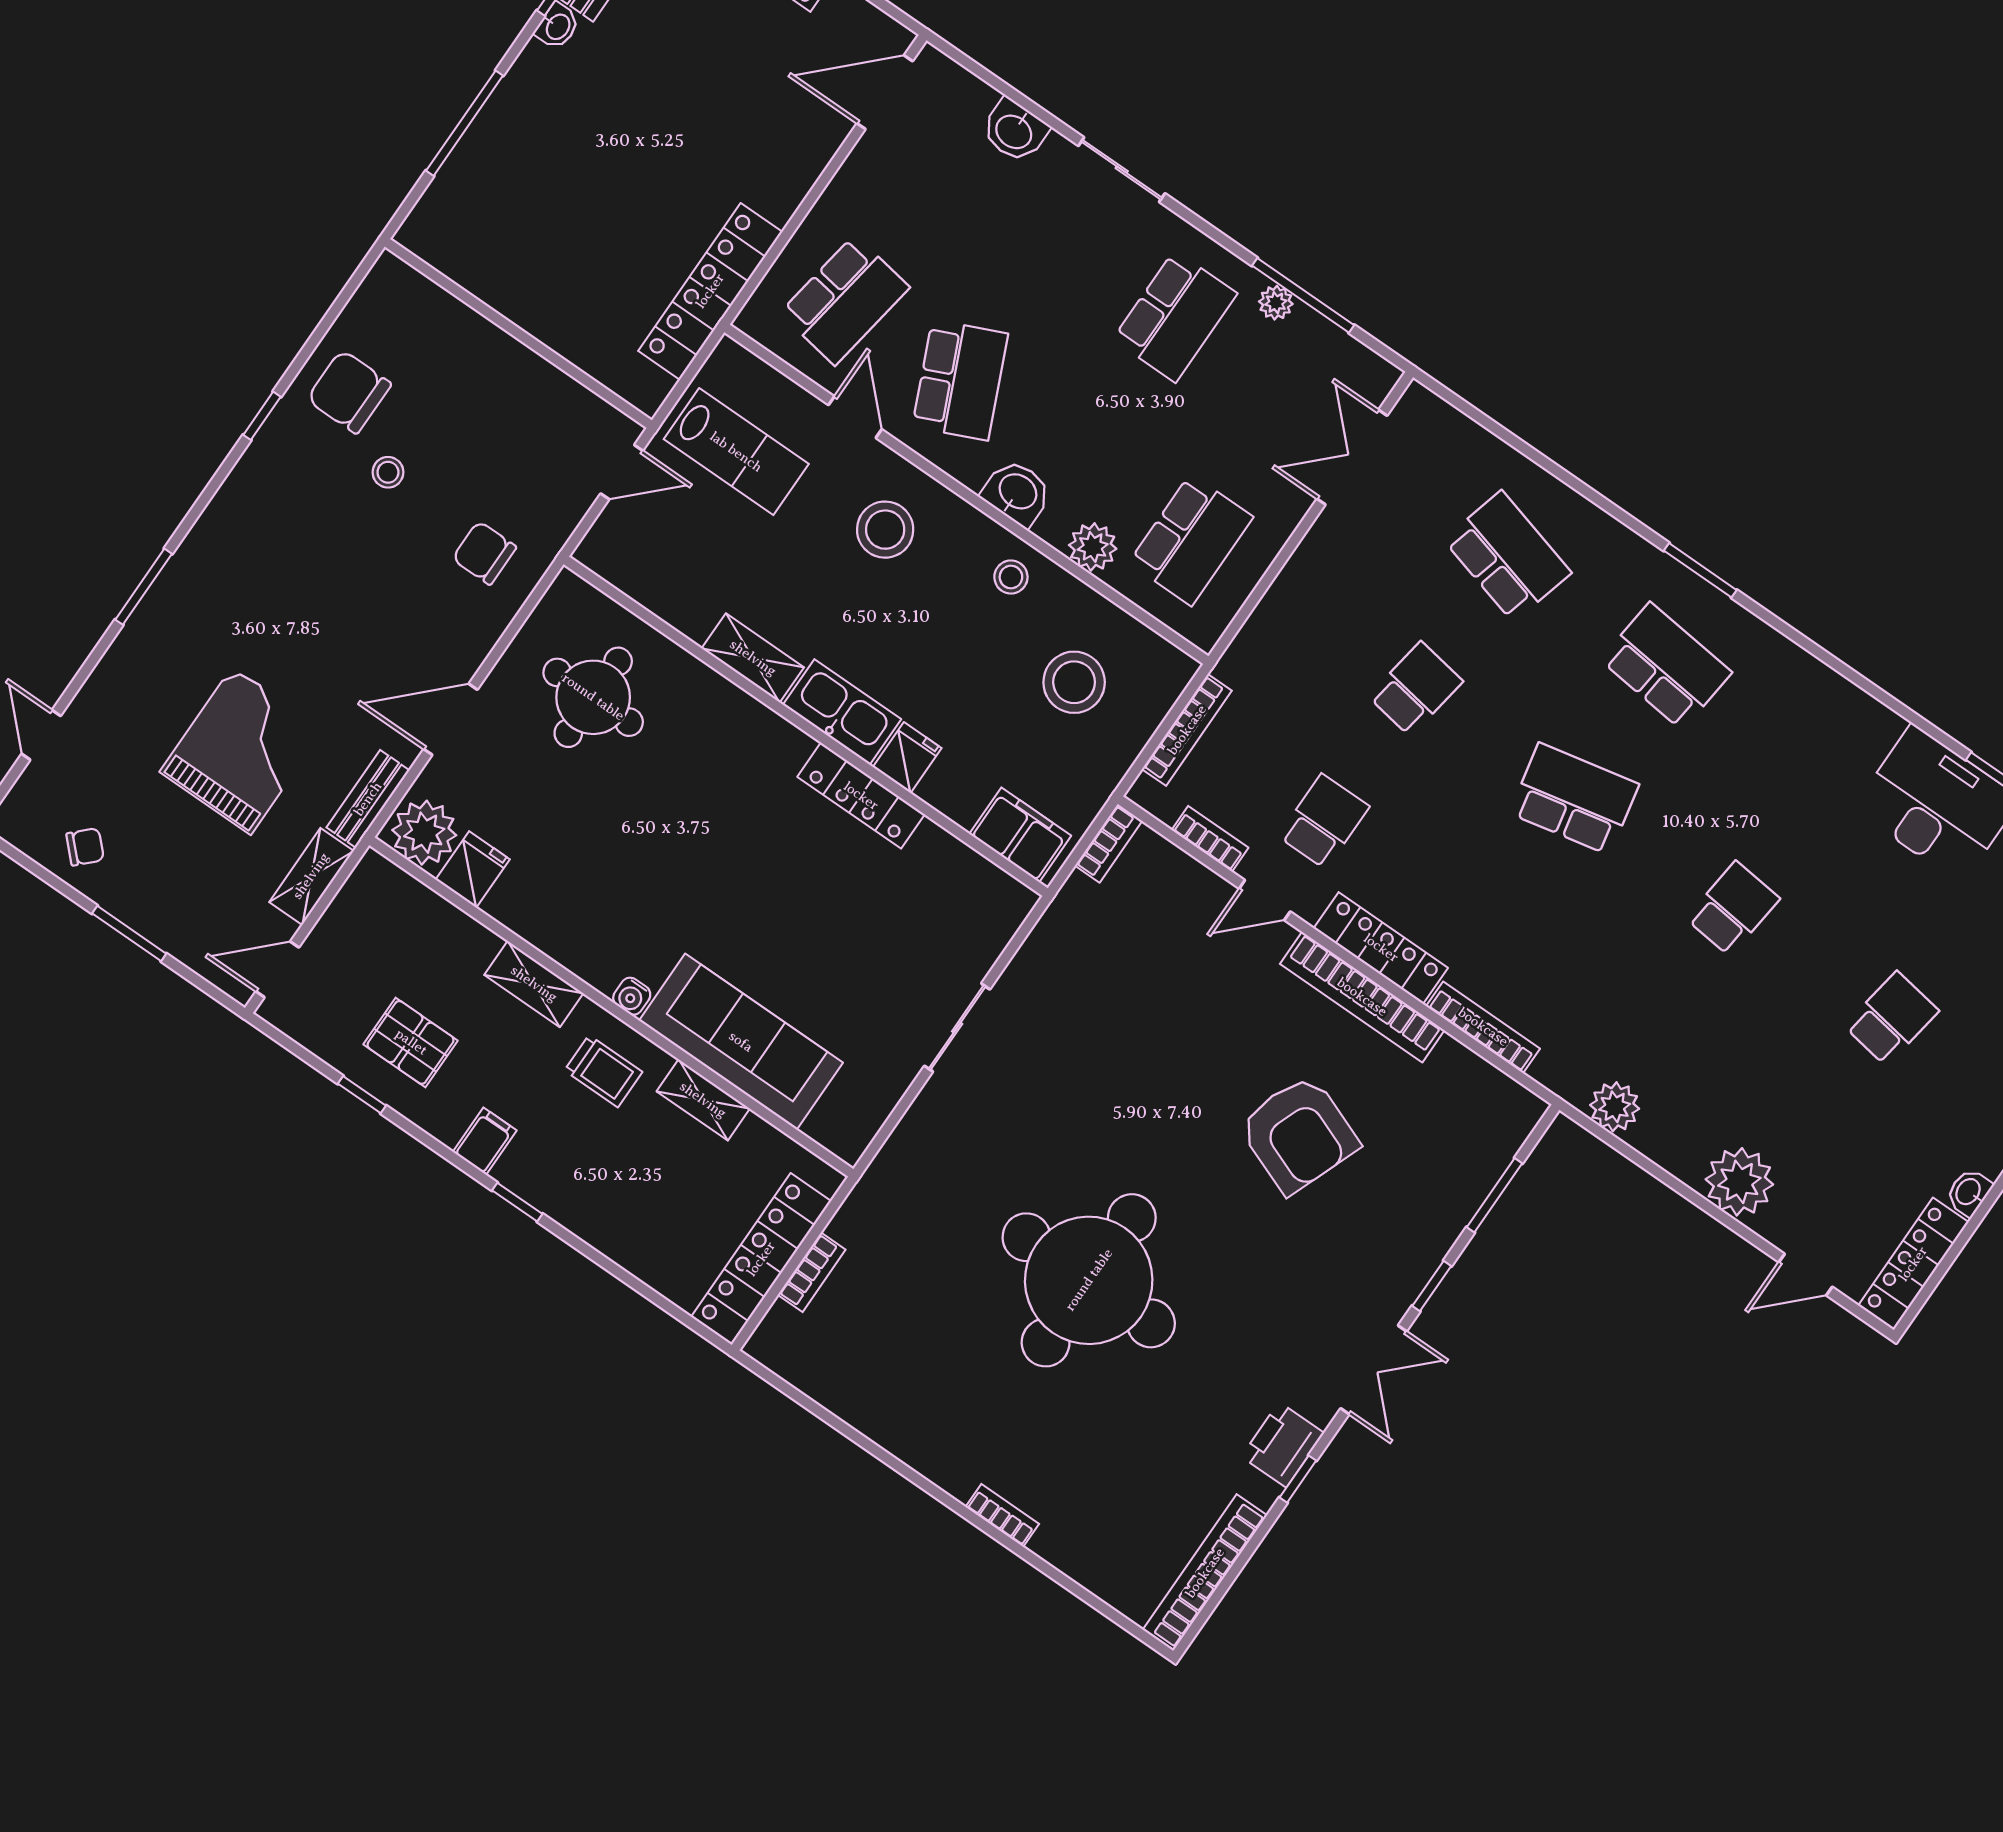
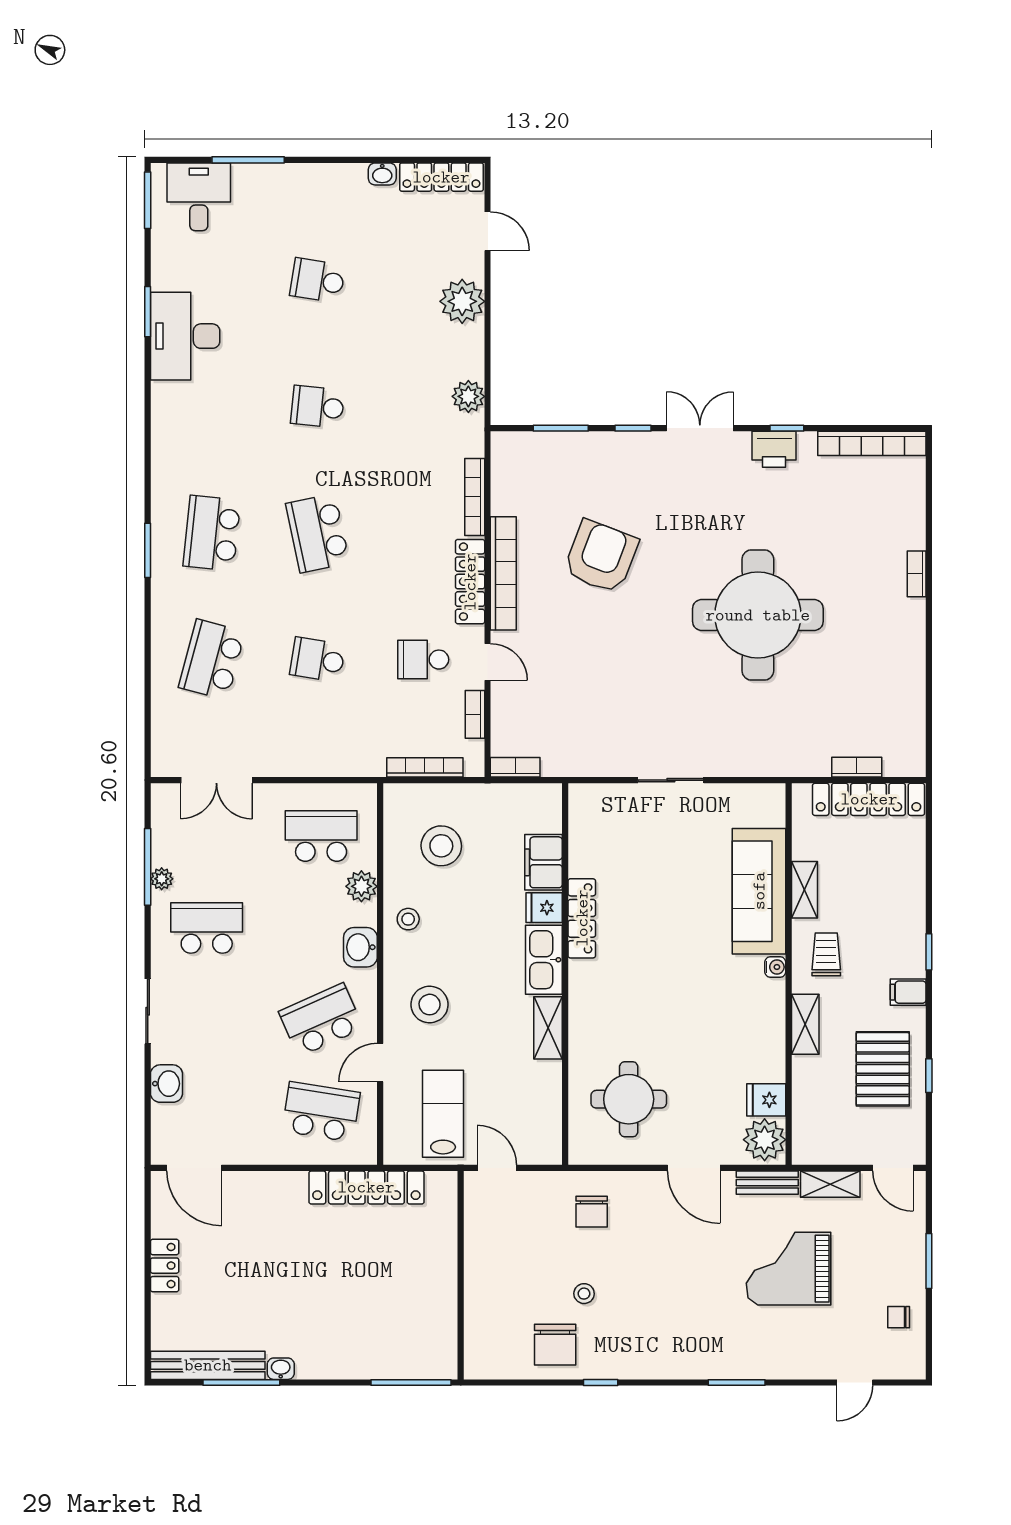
window: (465, 123) -> (411, 1382), moved
filing cabinet: (1020, 835) -> (543, 862), moved
chair: (85, 847) -> (899, 1317), turned -45
pallet: (411, 1042) -> (883, 1069), width x1.50, depth x1.42

